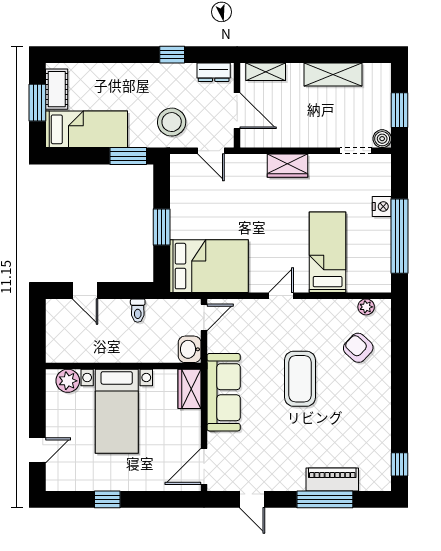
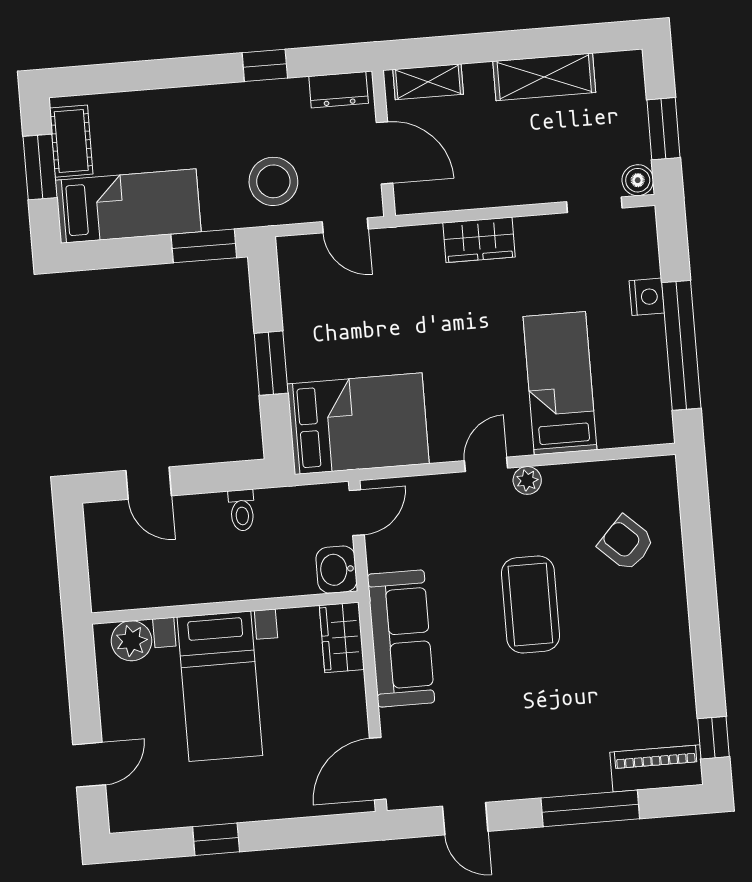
plant: (366, 307) -> (527, 480), moved
piano: (332, 479) -> (657, 768), moved

